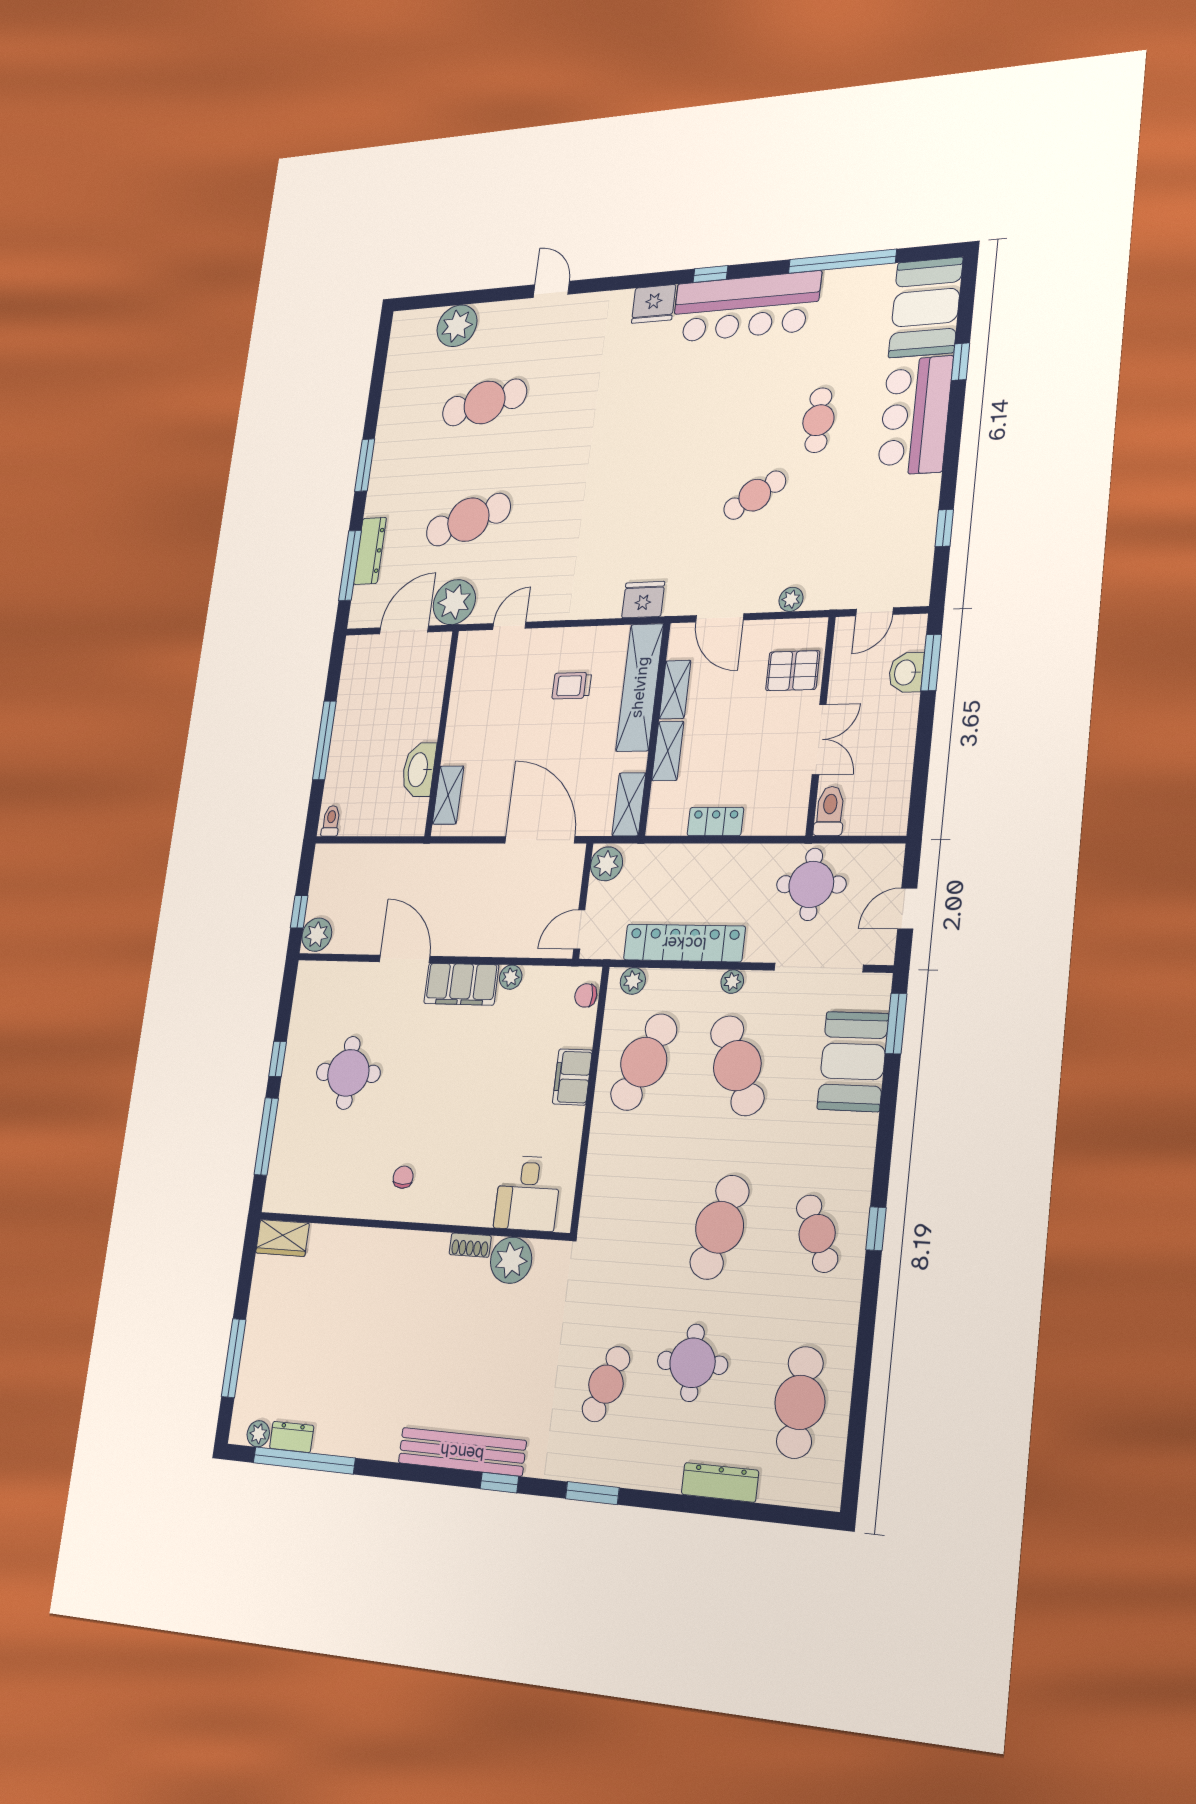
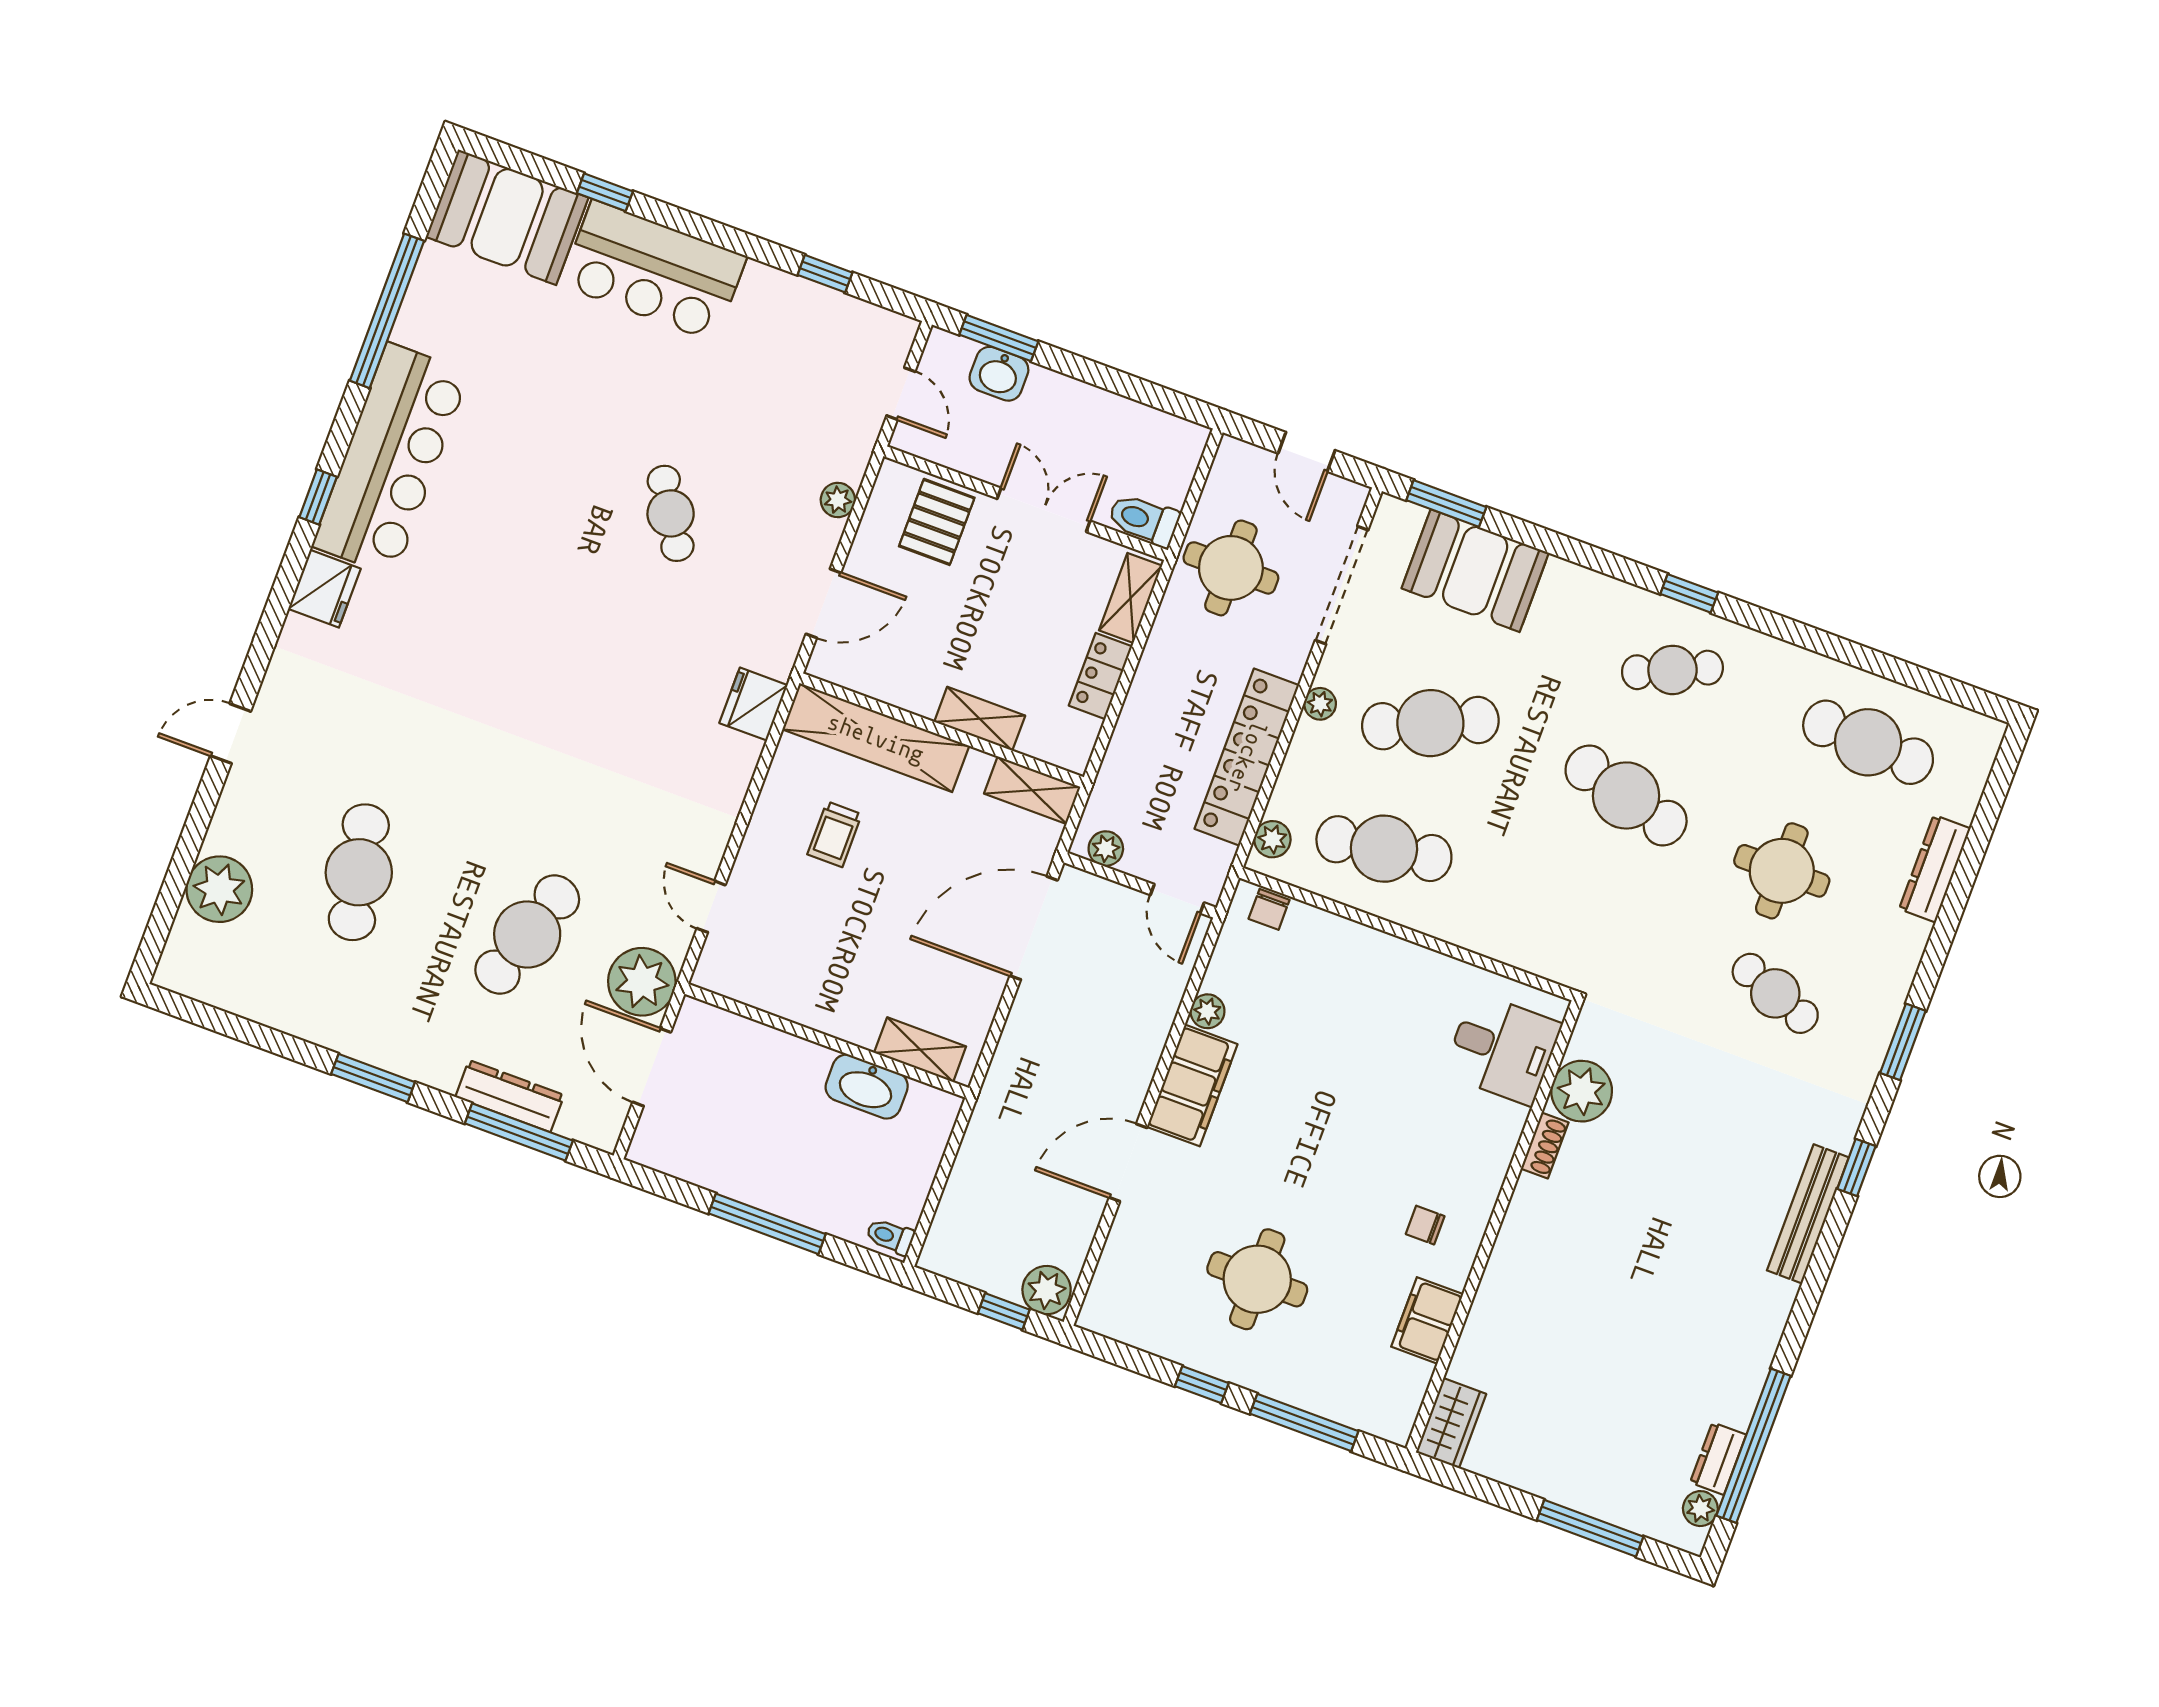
cafe table: (818, 420) -> (602, 401), removed
cafe table: (468, 520) -> (527, 934), turned 36
shelving: (675, 690) -> (1131, 598), moved, turned 90
plant: (606, 864) -> (1106, 849), width x0.73, depth x0.73
cafe table: (644, 1062) -> (1384, 849), turned -33
filing cabinet: (572, 1077) -> (1427, 1320), moved, turned 90
bench: (462, 1452) -> (1808, 1214), width x0.73, depth x0.82

